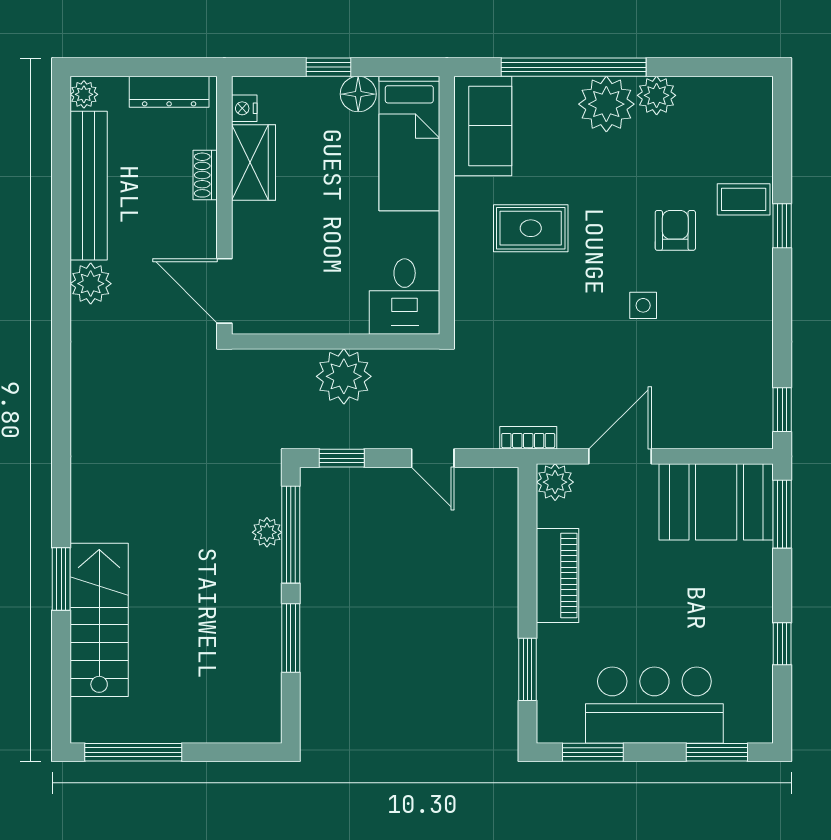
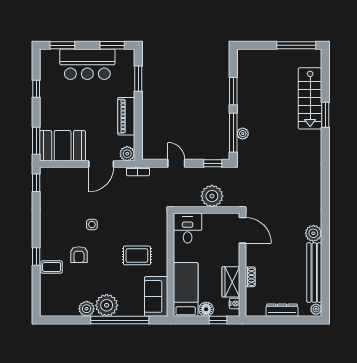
nightstand: (244, 108) -> (235, 304), moved
wardrobe: (254, 162) -> (231, 282), moved
shoe rack: (205, 175) -> (250, 277), moved
wall: (224, 205) -> (243, 265), moved
door: (224, 291) -> (243, 230), moved

